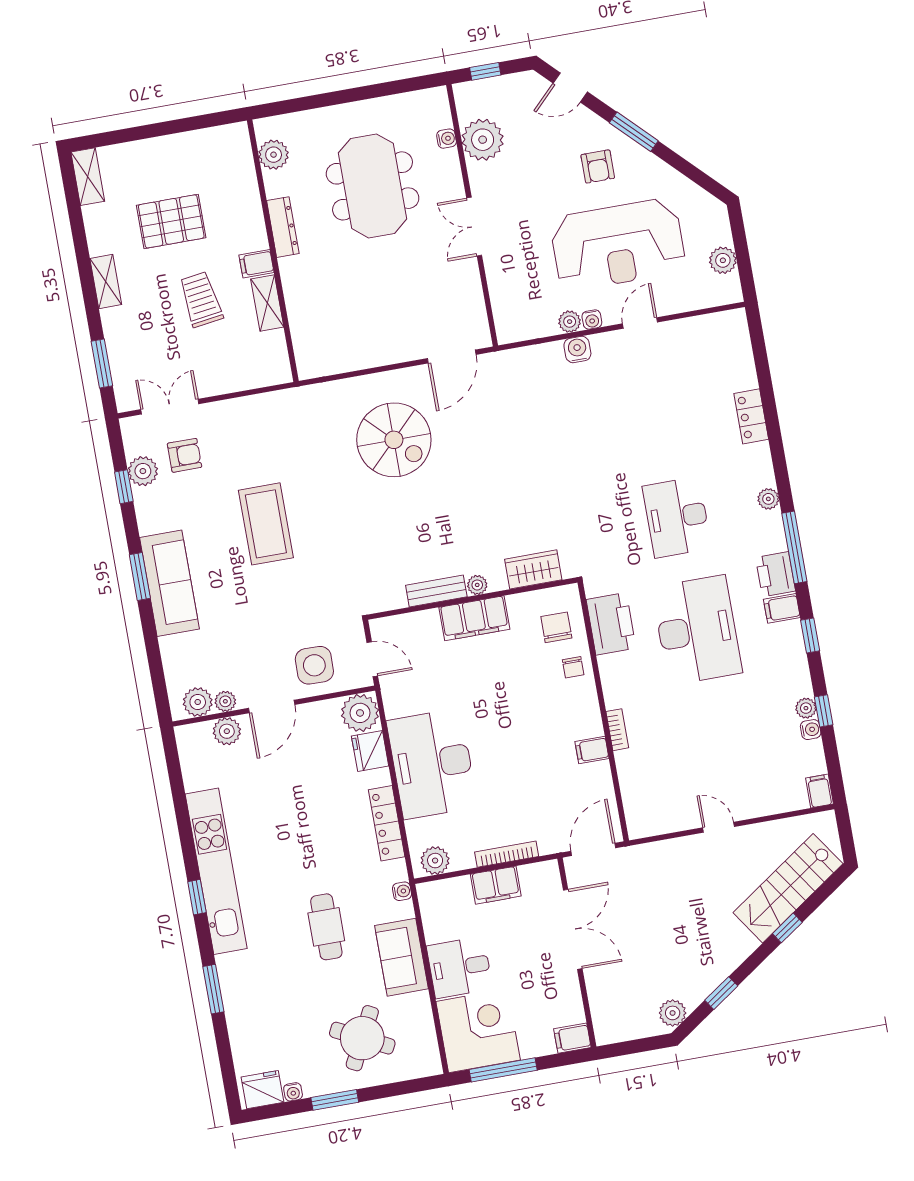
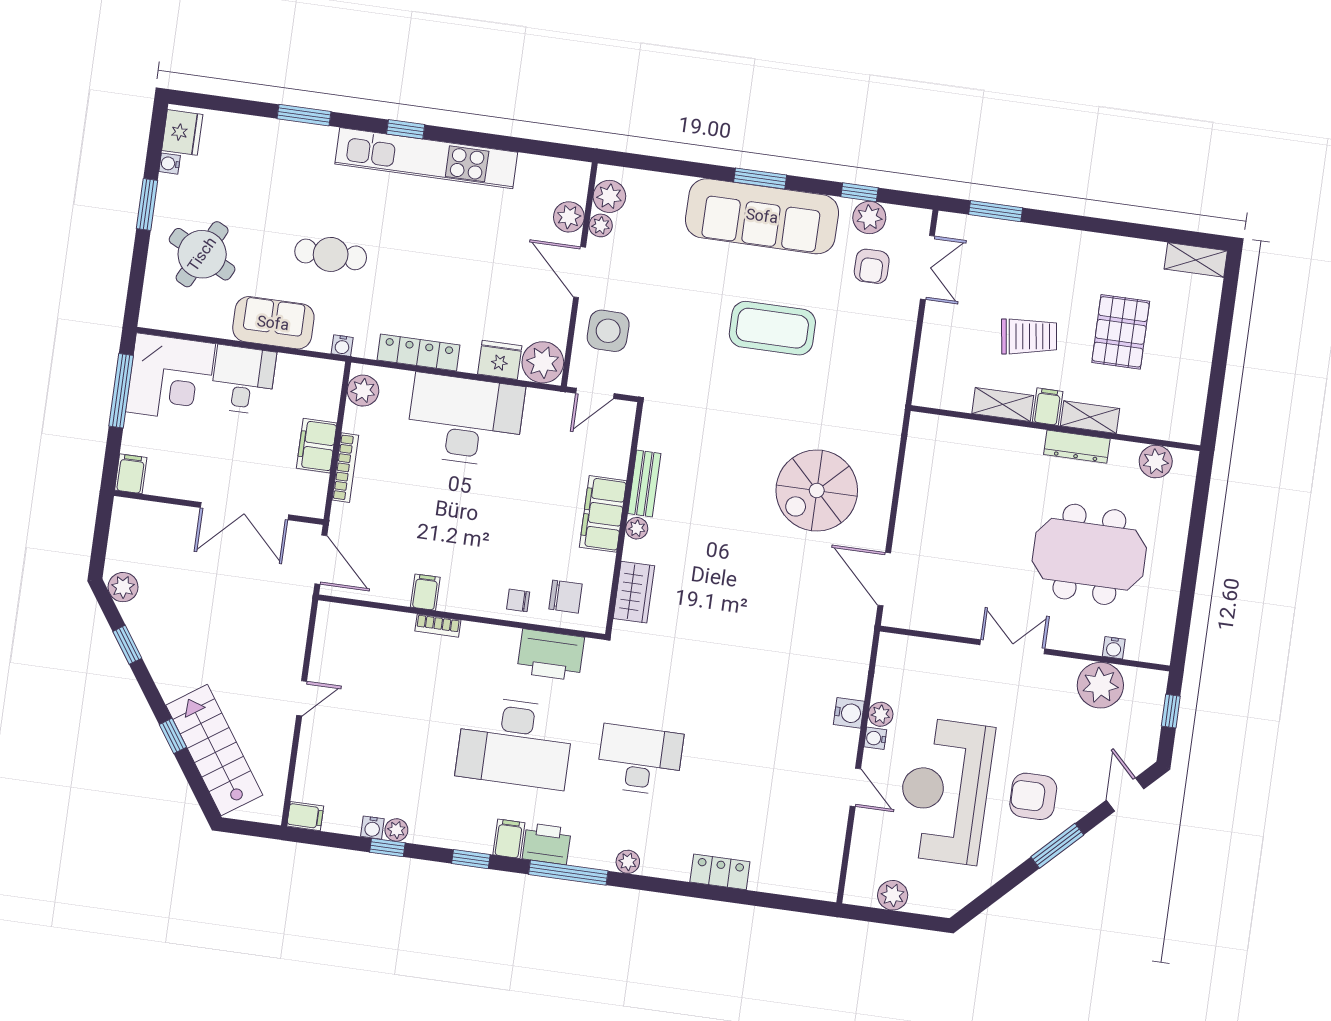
armchair: (598, 166) -> (1033, 796), width x1.38, depth x1.38
shelving: (106, 281) -> (1090, 417), moved
sofa: (169, 583) -> (762, 216), width x1.36, depth x1.27

